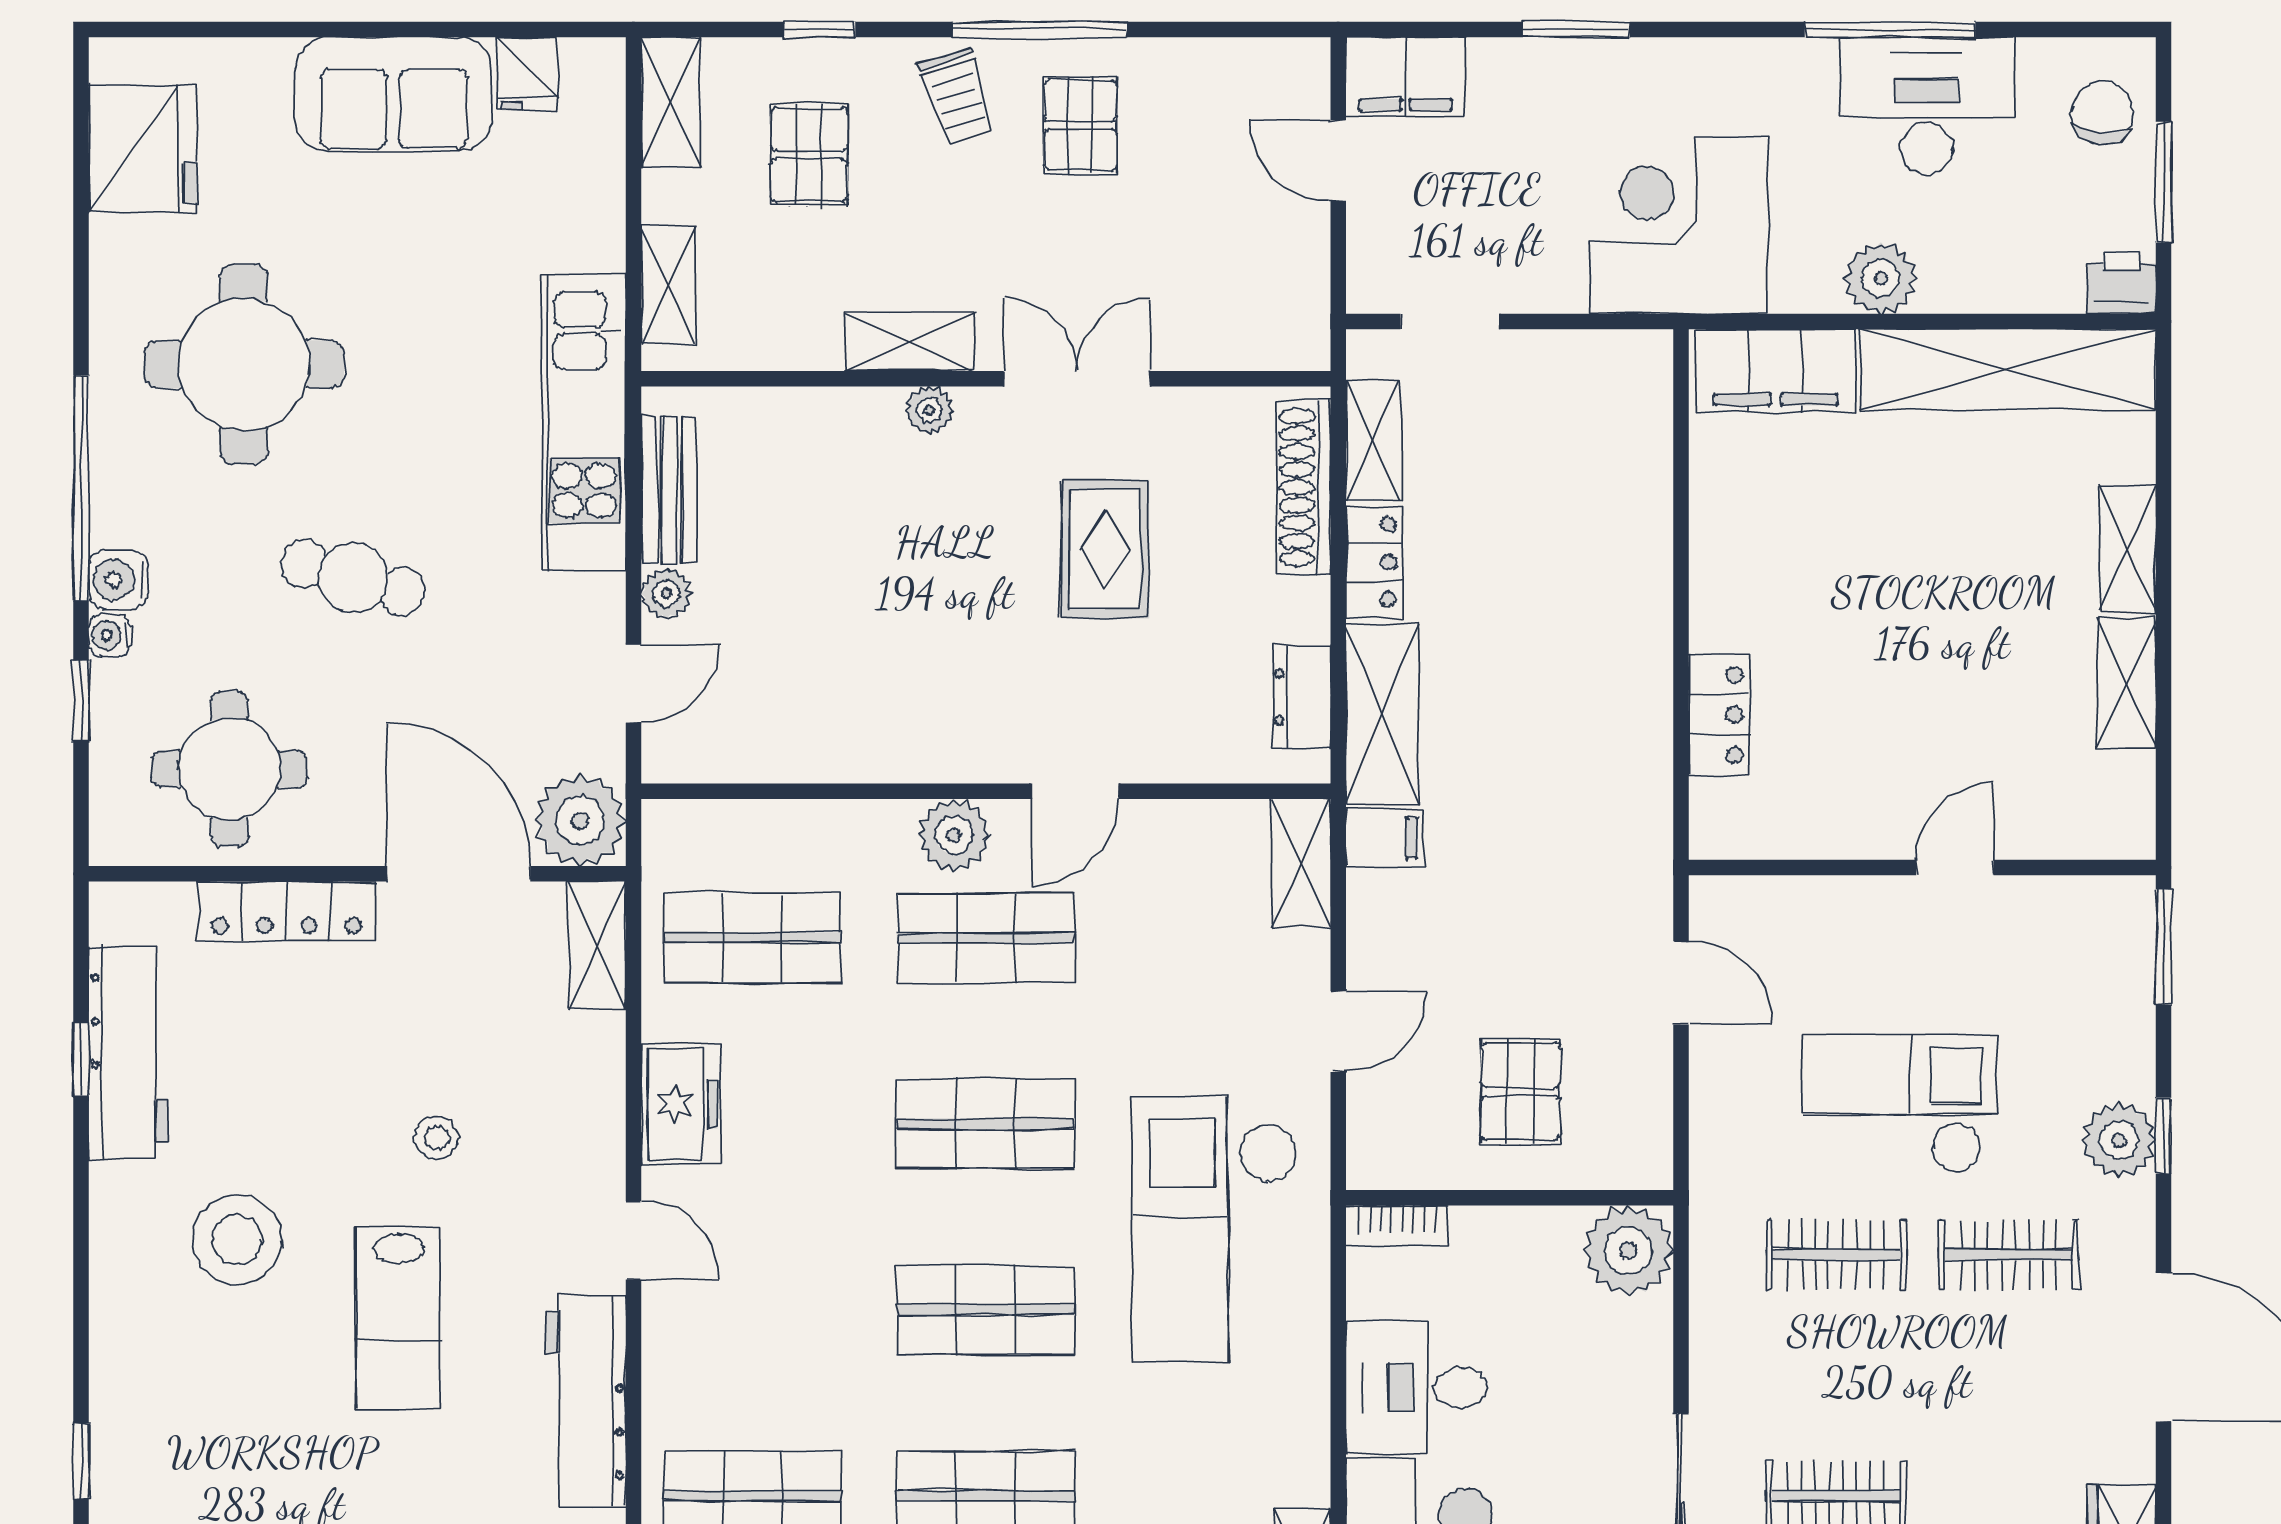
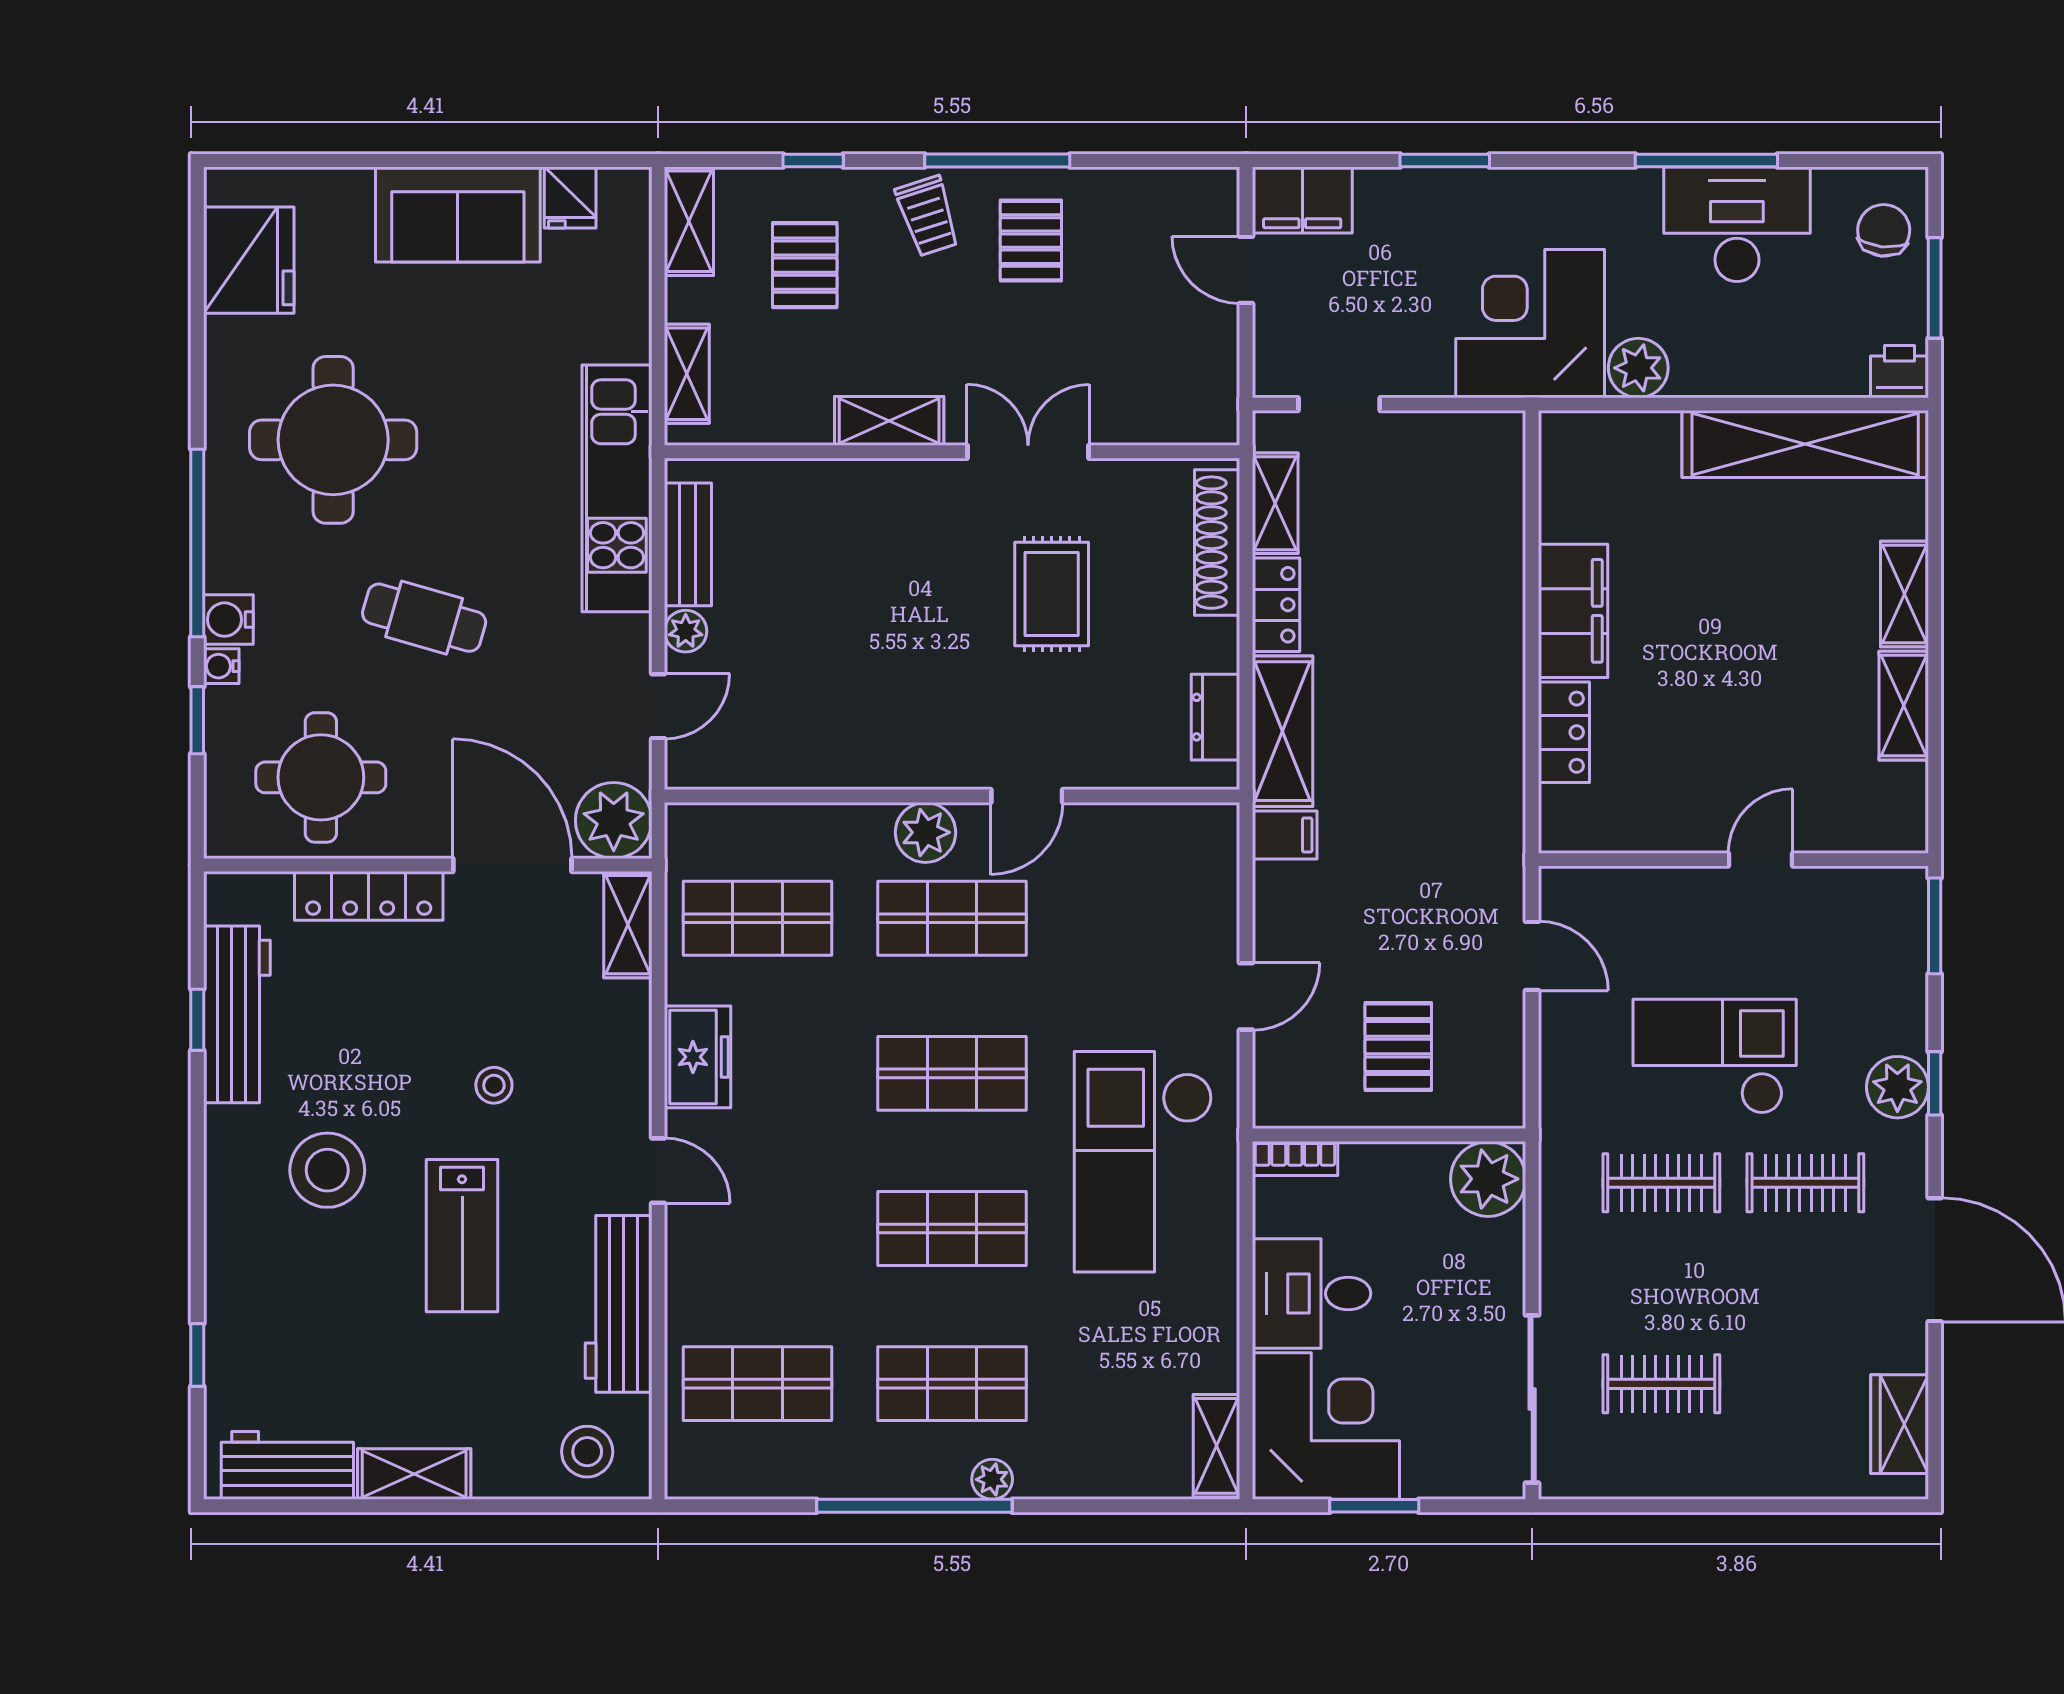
plant: (1881, 278) -> (1638, 368), moved
filing cabinet: (1776, 371) -> (1573, 611), moved, turned -90
plant: (929, 410) -> (905, 478), removed
shelving: (1302, 864) -> (1215, 856), removed

